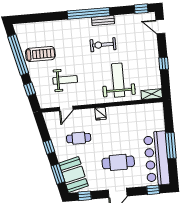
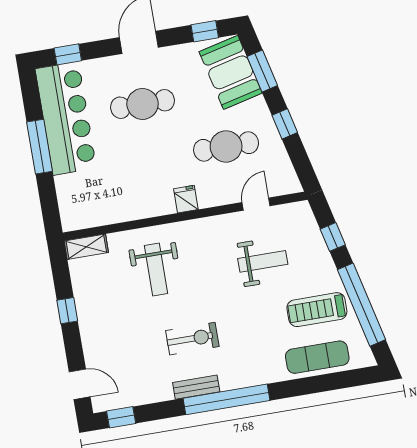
exercise mat: (42, 31) -> (317, 357), added
weight bench: (65, 80) -> (263, 261), turned 180
weight bench: (118, 80) -> (156, 269), width x0.73, depth x0.75
cafe table: (79, 138) -> (226, 146), width x1.37, depth x1.35

